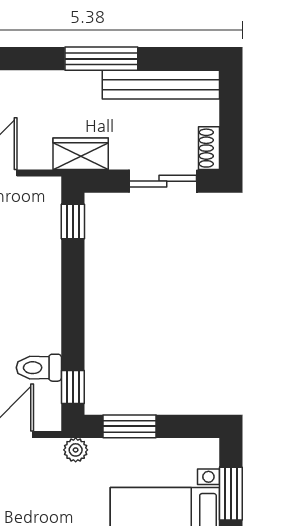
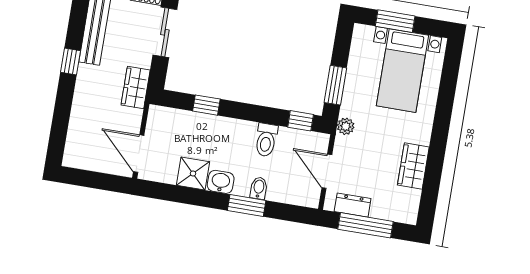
window: (101, 59) -> (70, 61), width x0.46
window: (73, 221) -> (206, 105), moved
toilet: (39, 368) -> (266, 140), moved

